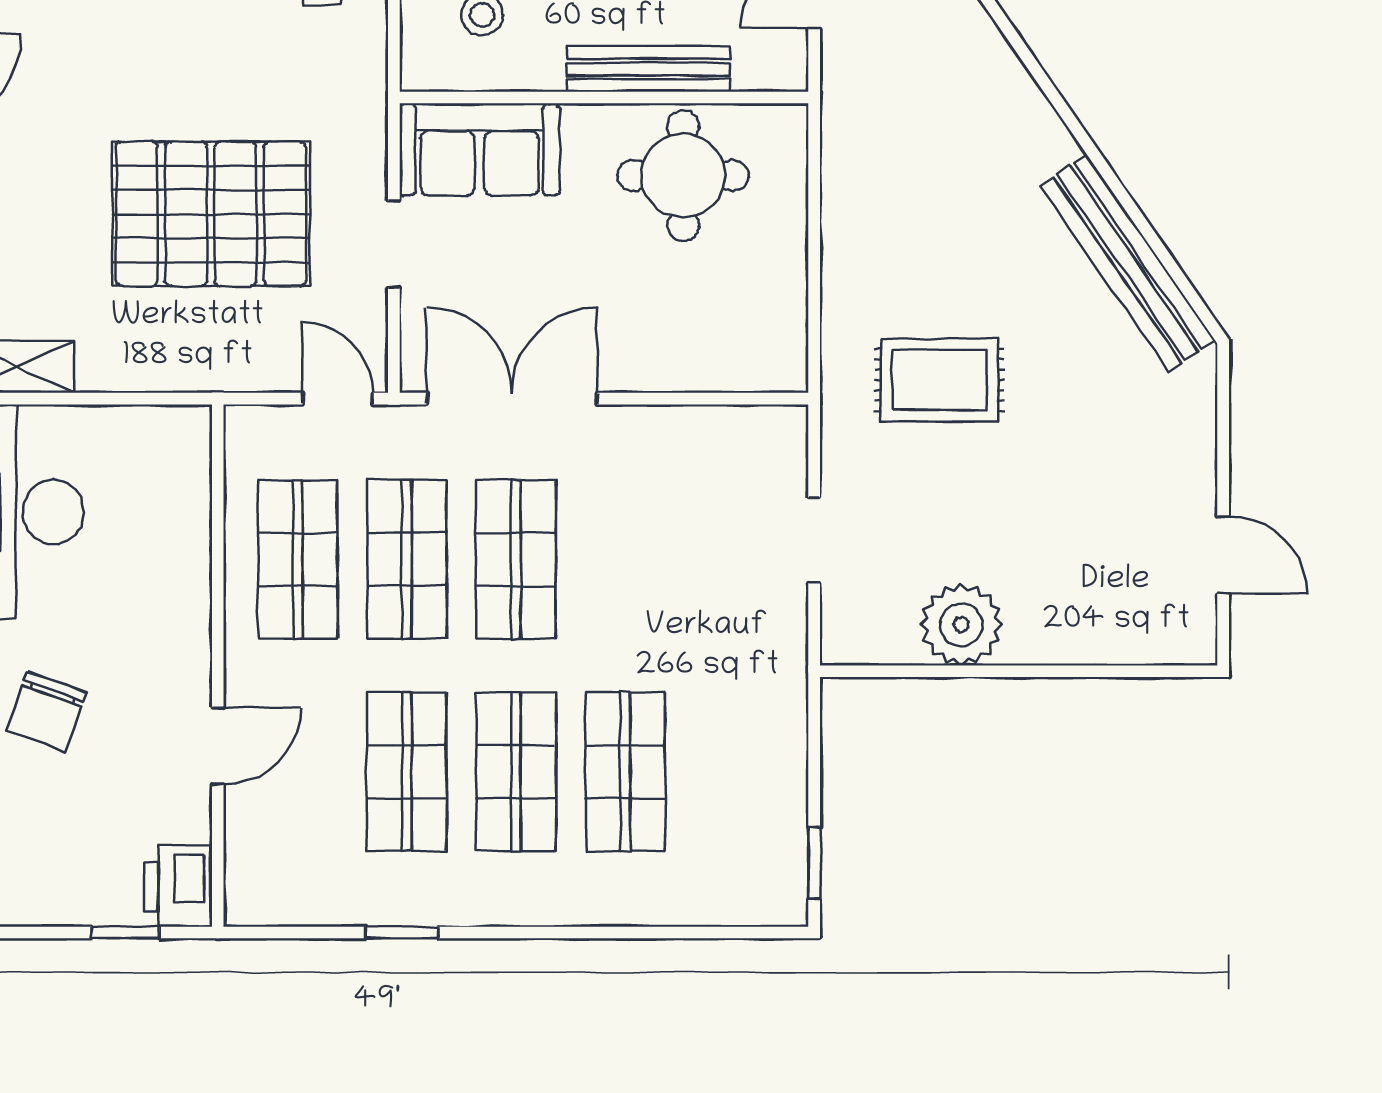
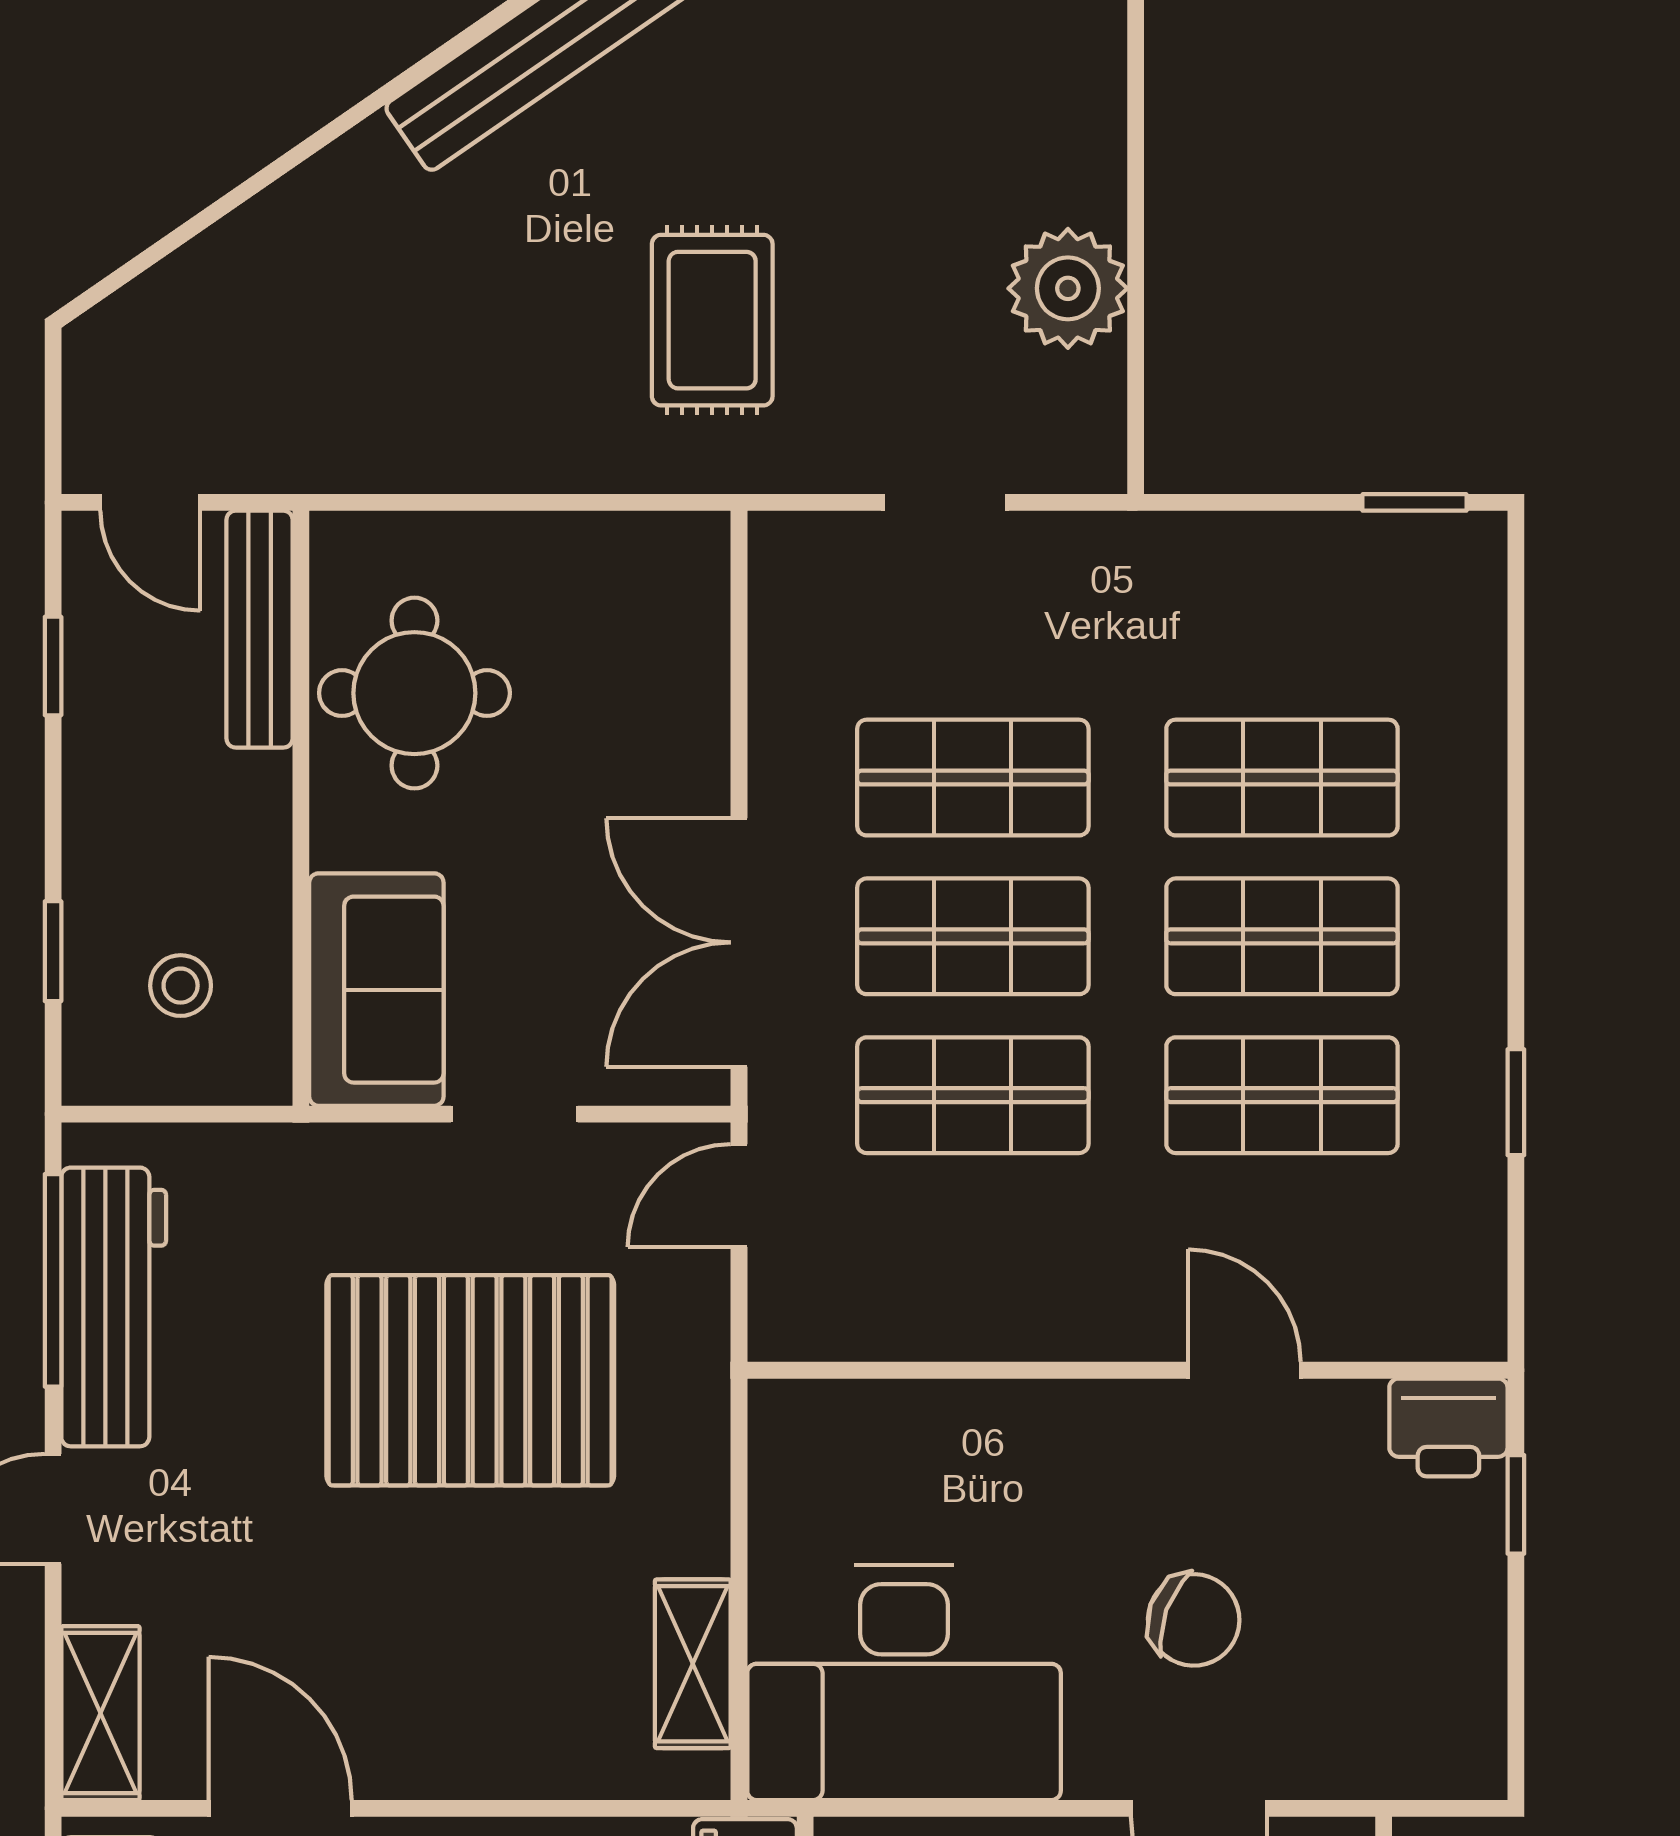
bench: (648, 69) -> (260, 629), moved
pallet: (211, 214) -> (470, 1380), turned 90
shop shelf: (298, 559) -> (973, 778), moved

